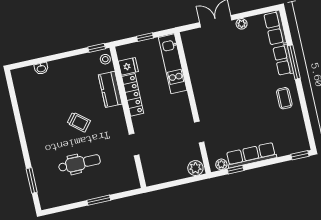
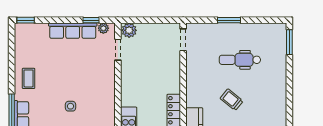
side table: (237, 80) -> (71, 106), added
doorway: (199, 132) -> (118, 50), moved
doorway: (134, 145) -> (183, 40), moved
window: (32, 180) -> (289, 42), moved

